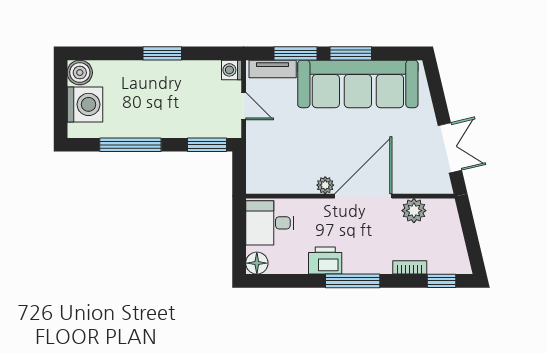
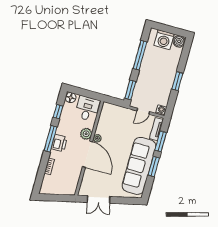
plant: (414, 211) -> (86, 134), moved
printer: (325, 260) -> (59, 143), moved
window: (441, 281) -> (58, 112), moved

